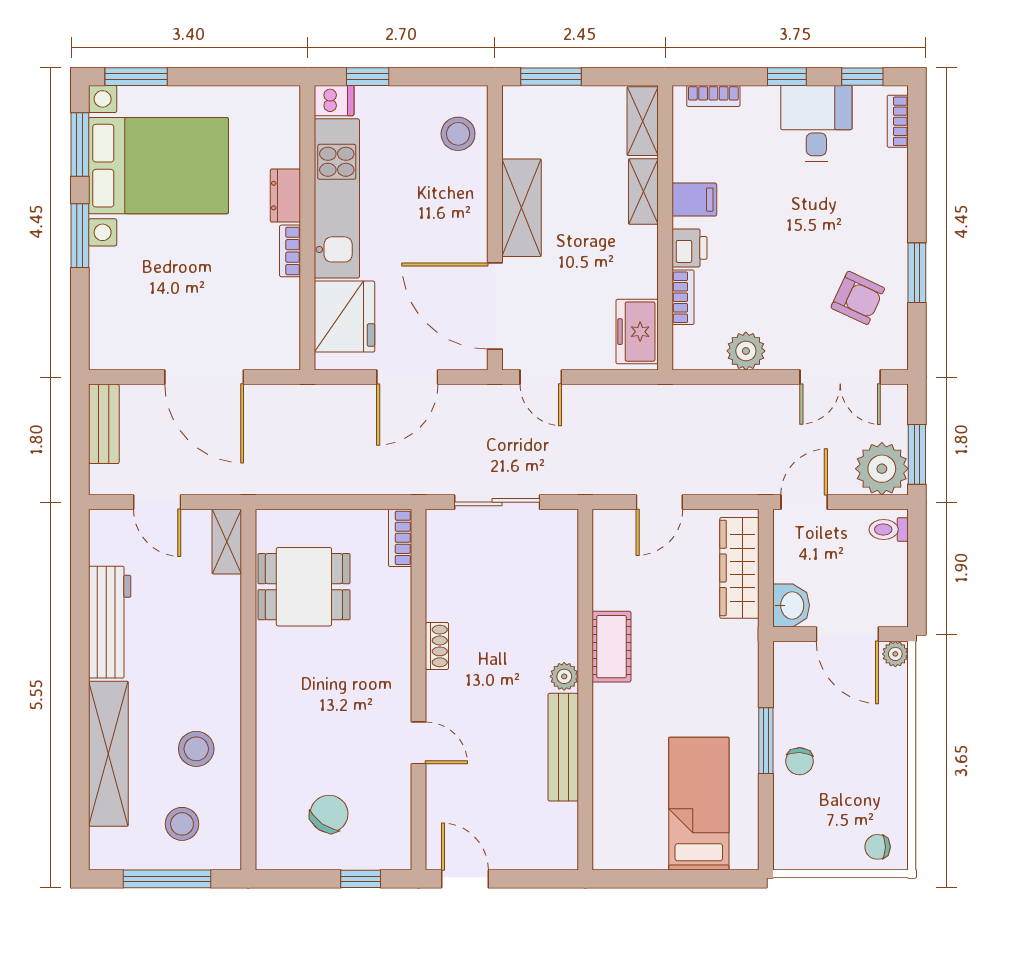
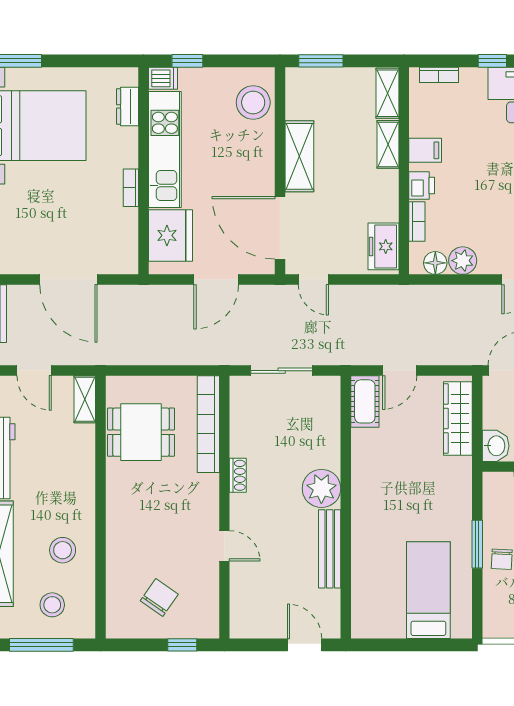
stool: (458, 134) -> (253, 102), width x1.38, depth x1.38
dresser: (285, 196) -> (127, 106), moved
floor lamp: (708, 354) -> (435, 263), added
bookcase: (400, 538) -> (208, 424), width x2.31, depth x1.31
cot: (611, 647) -> (365, 401), moved
plant: (564, 676) -> (321, 488), width x1.88, depth x1.88
door: (465, 879) -> (305, 645), moved

